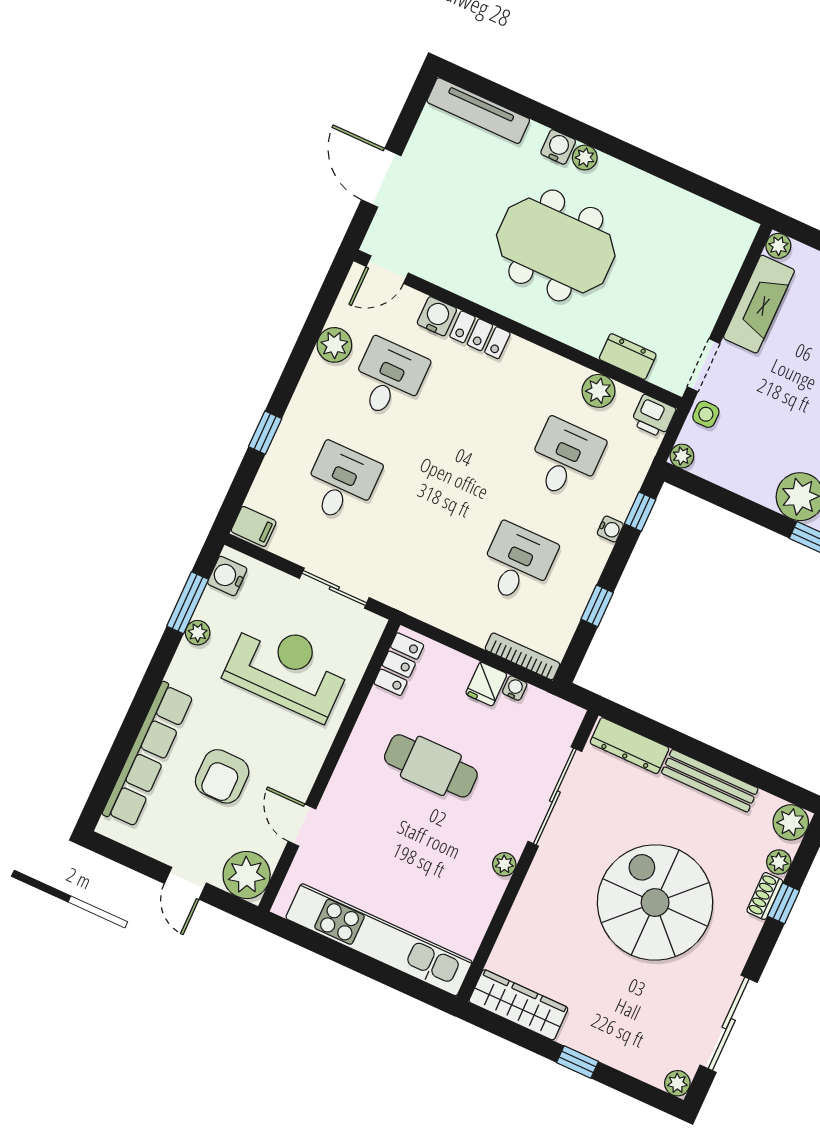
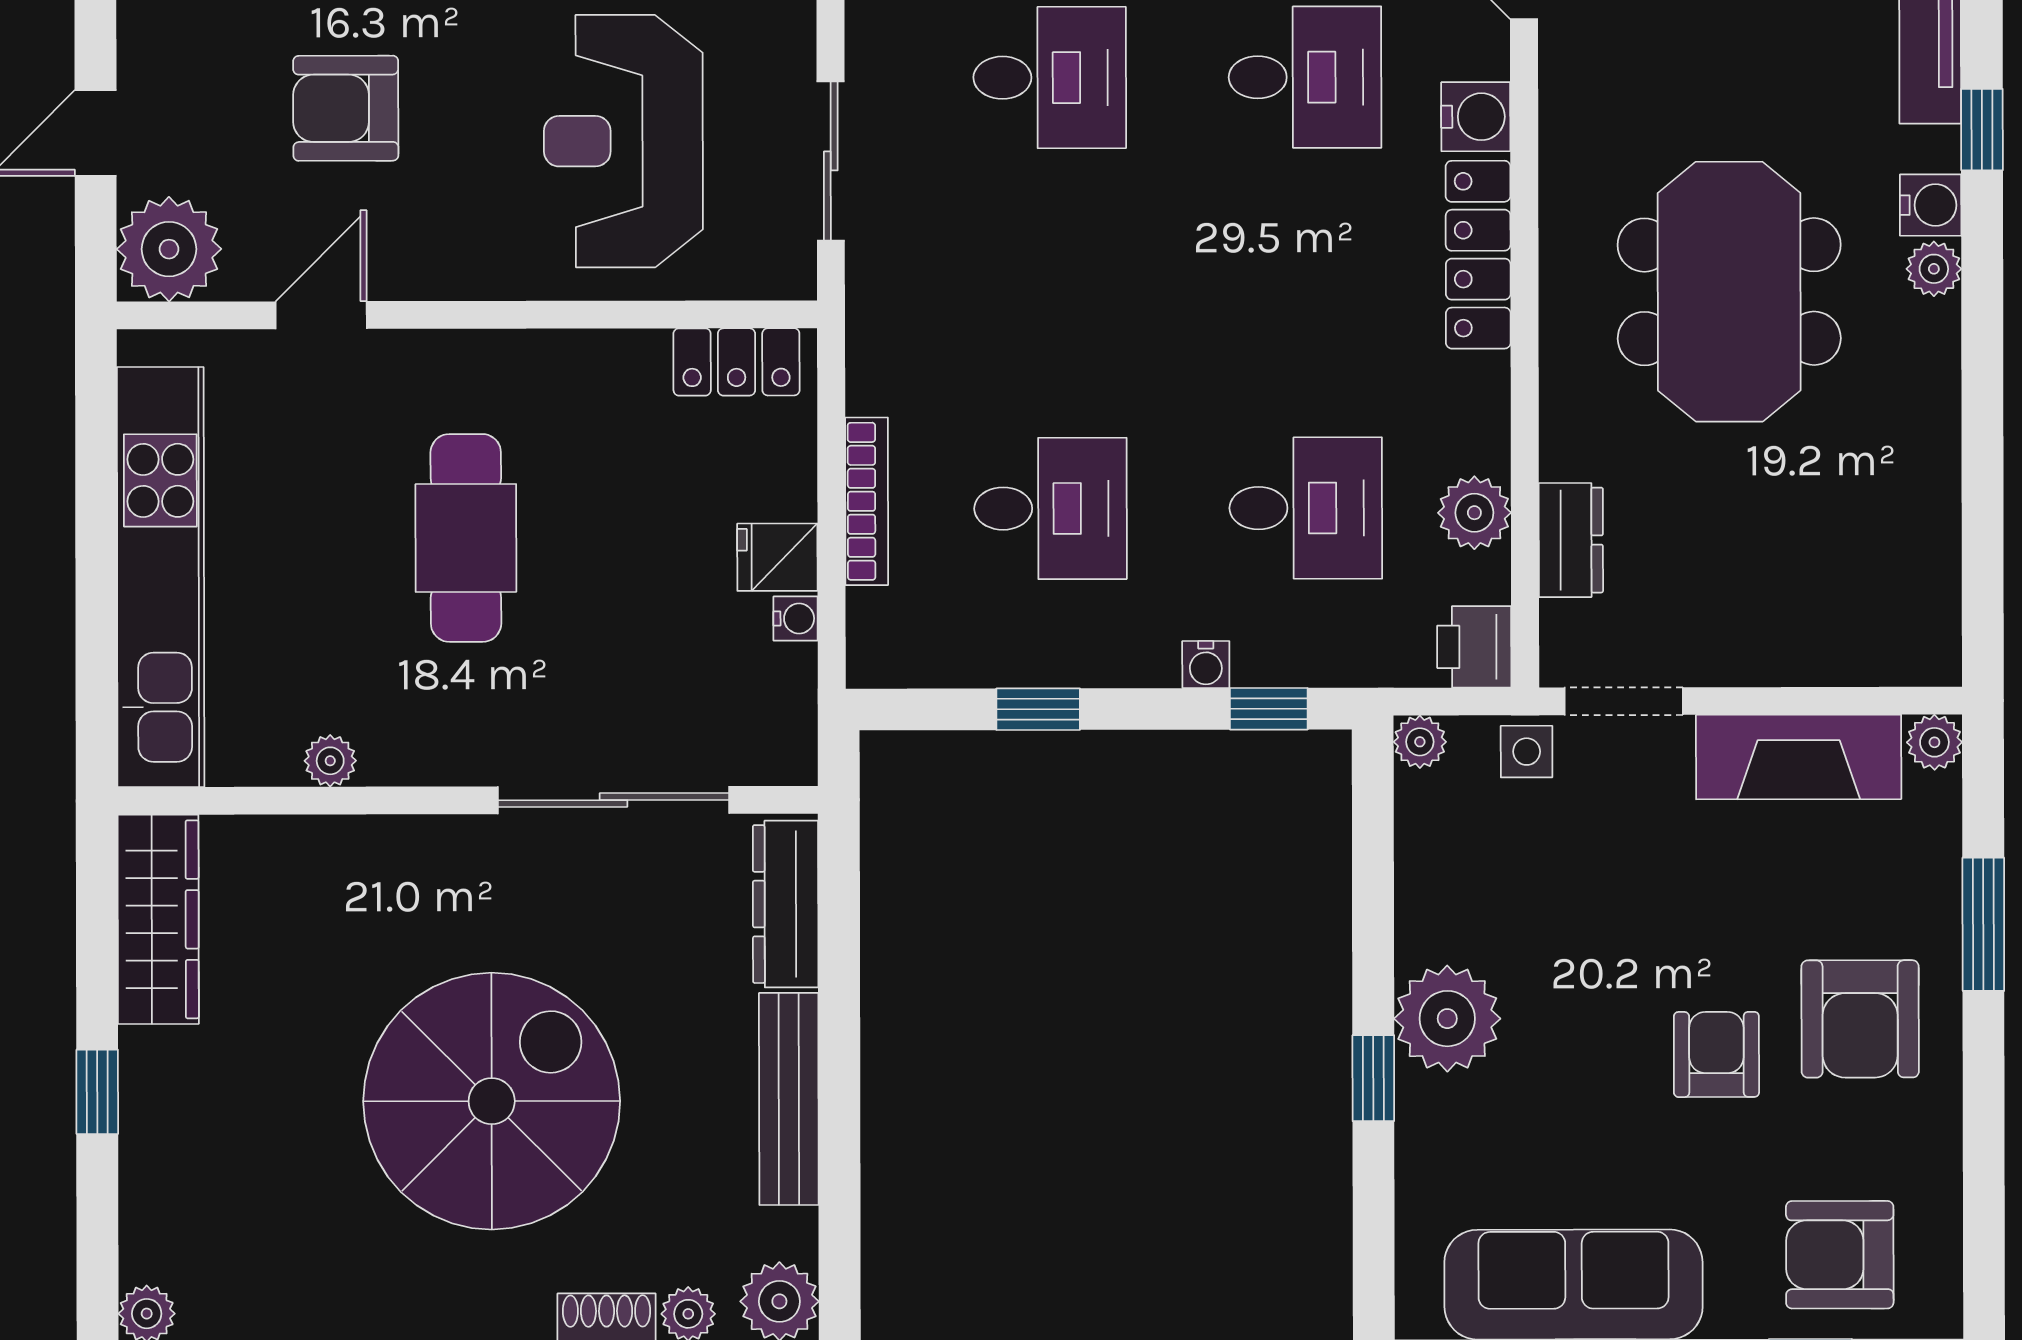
window: (537, 112) -> (1982, 130), added
locker: (480, 335) -> (1478, 255), width x1.53
bookcase: (523, 656) -> (867, 501), moved
reception desk: (287, 669) -> (623, 141), turned 180
cafe table: (431, 766) -> (466, 538), moved
plant: (504, 864) -> (330, 761), moved

